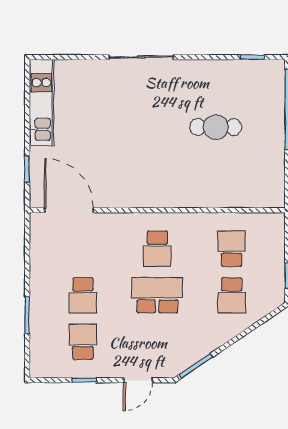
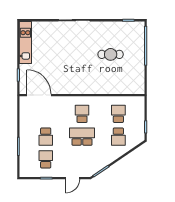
school desk: (157, 249) -> (82, 114), turned 180

